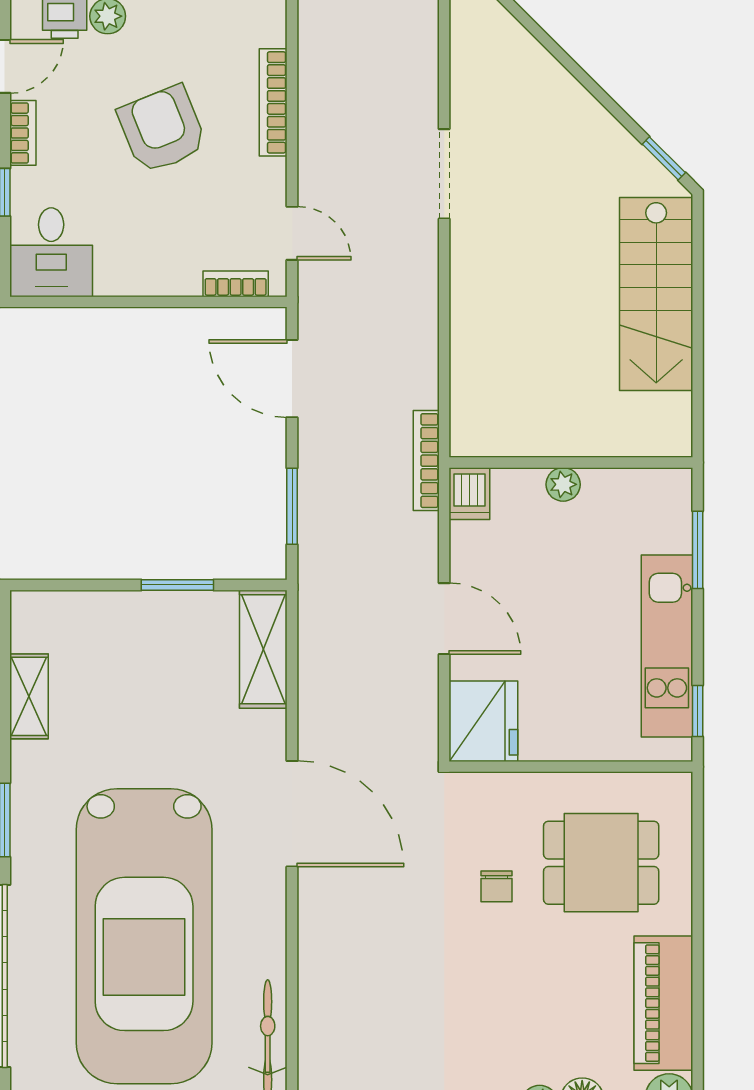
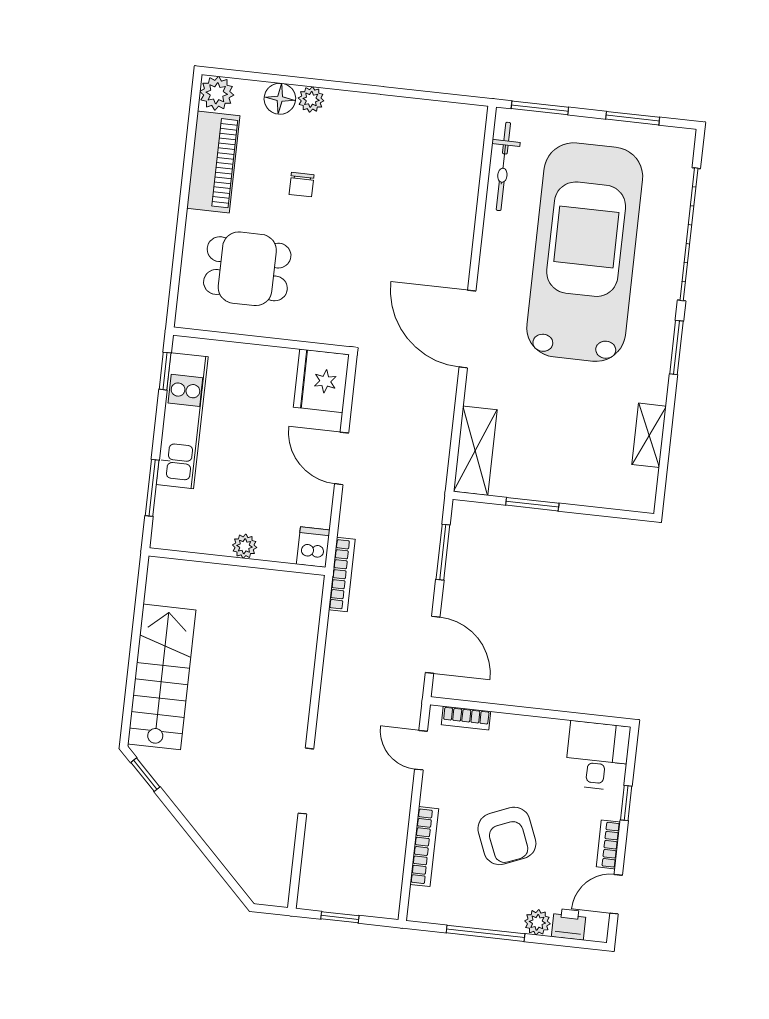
chair: (496, 886) -> (302, 185), moved, turned 180

